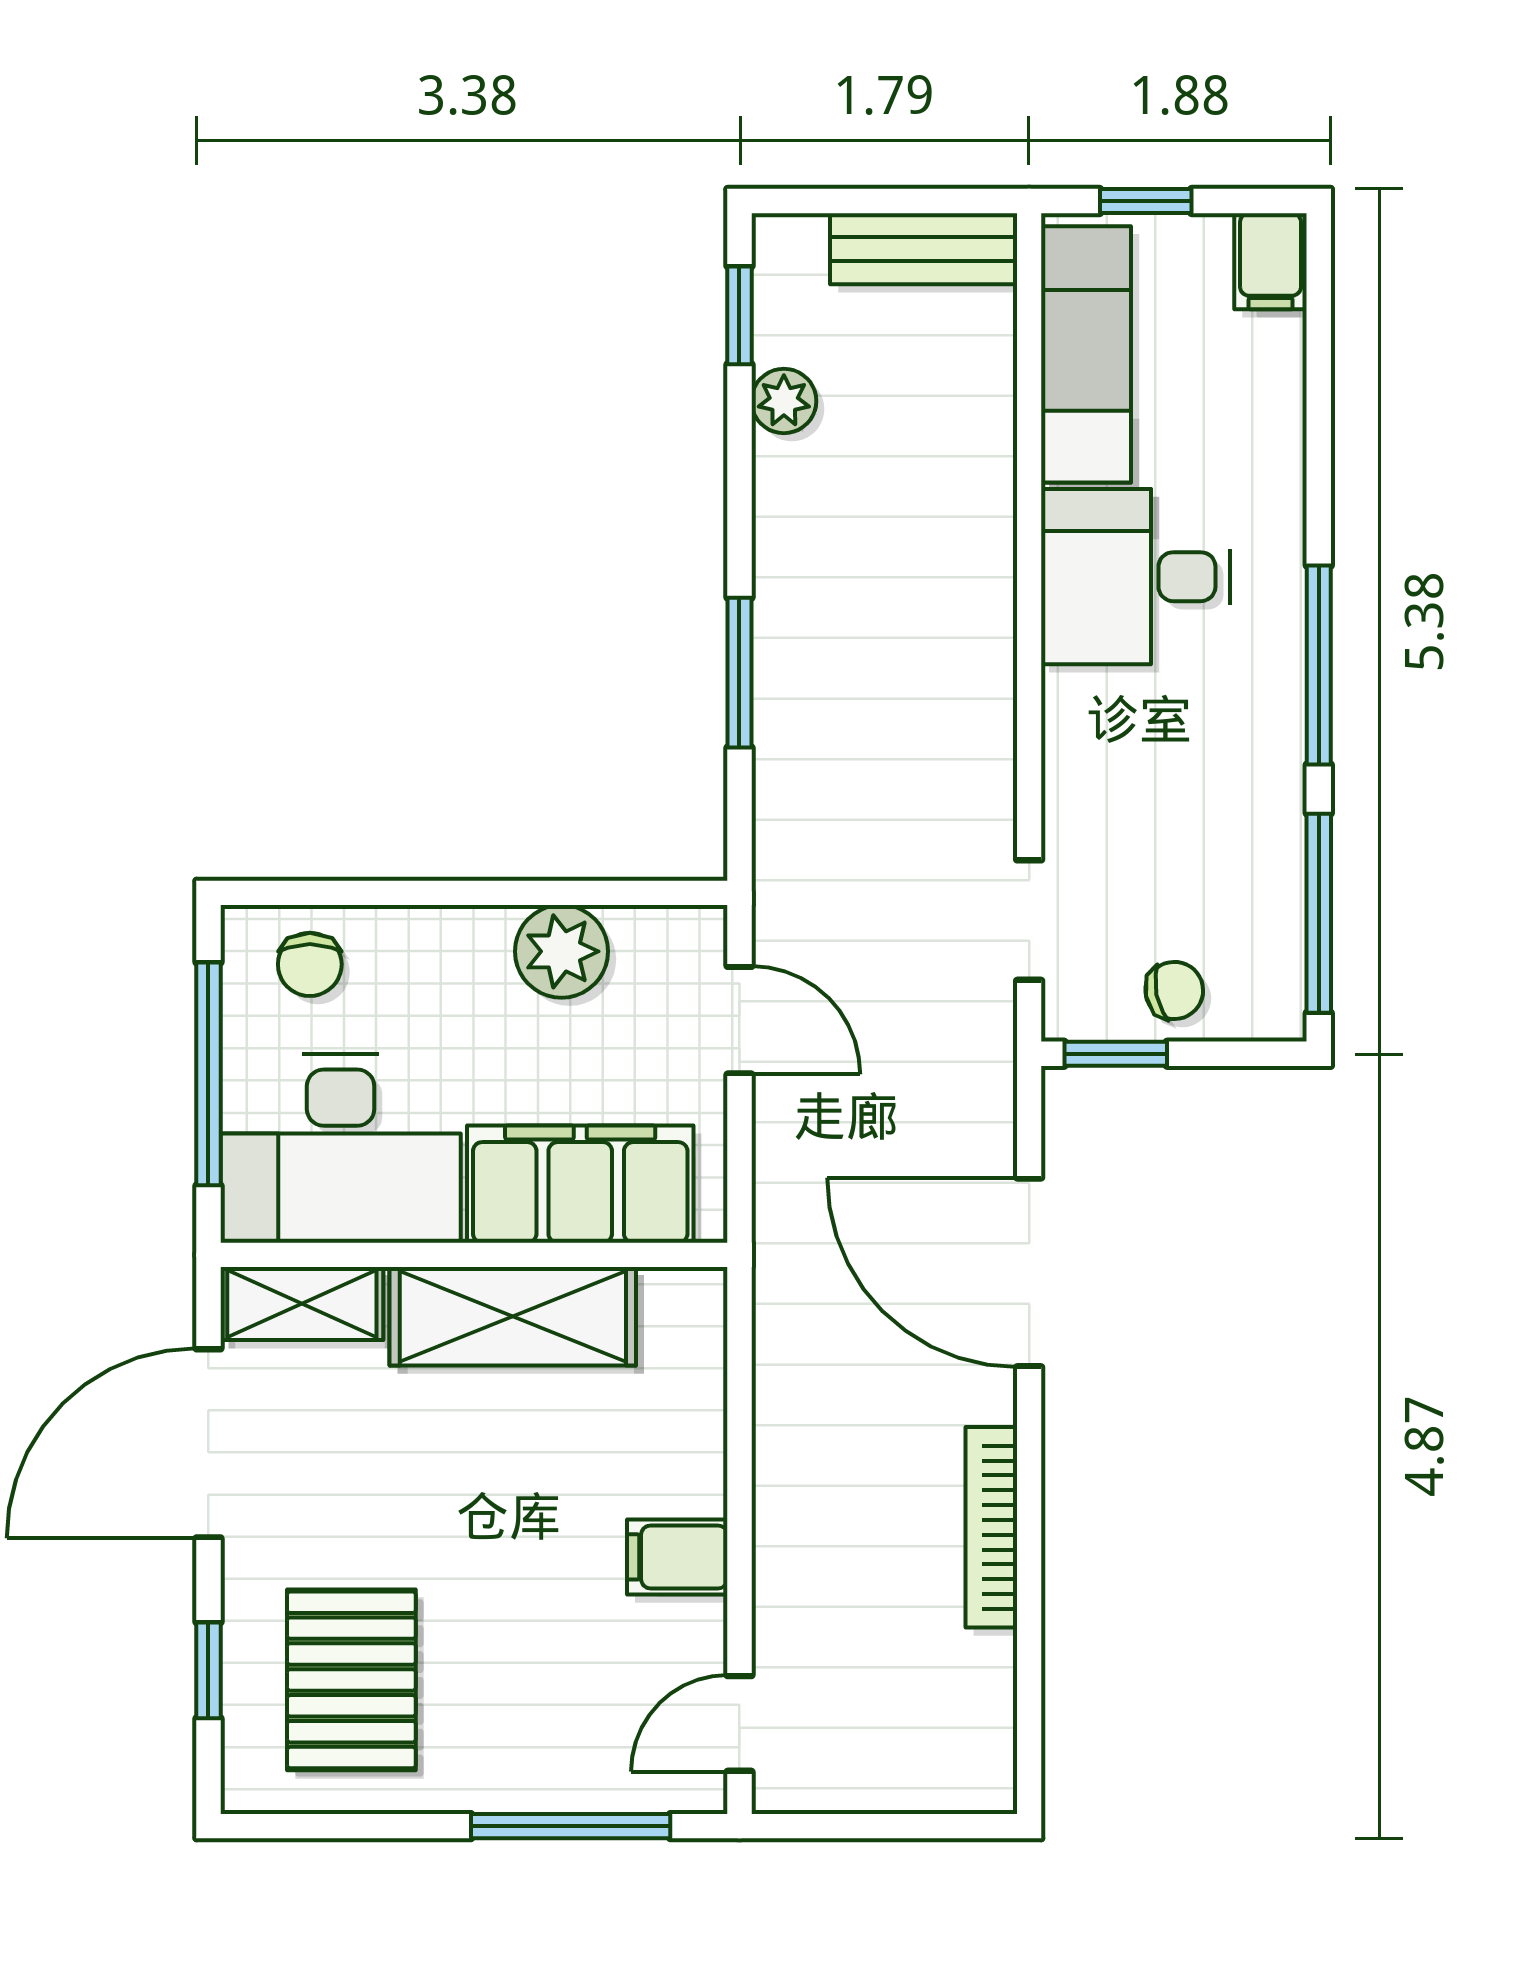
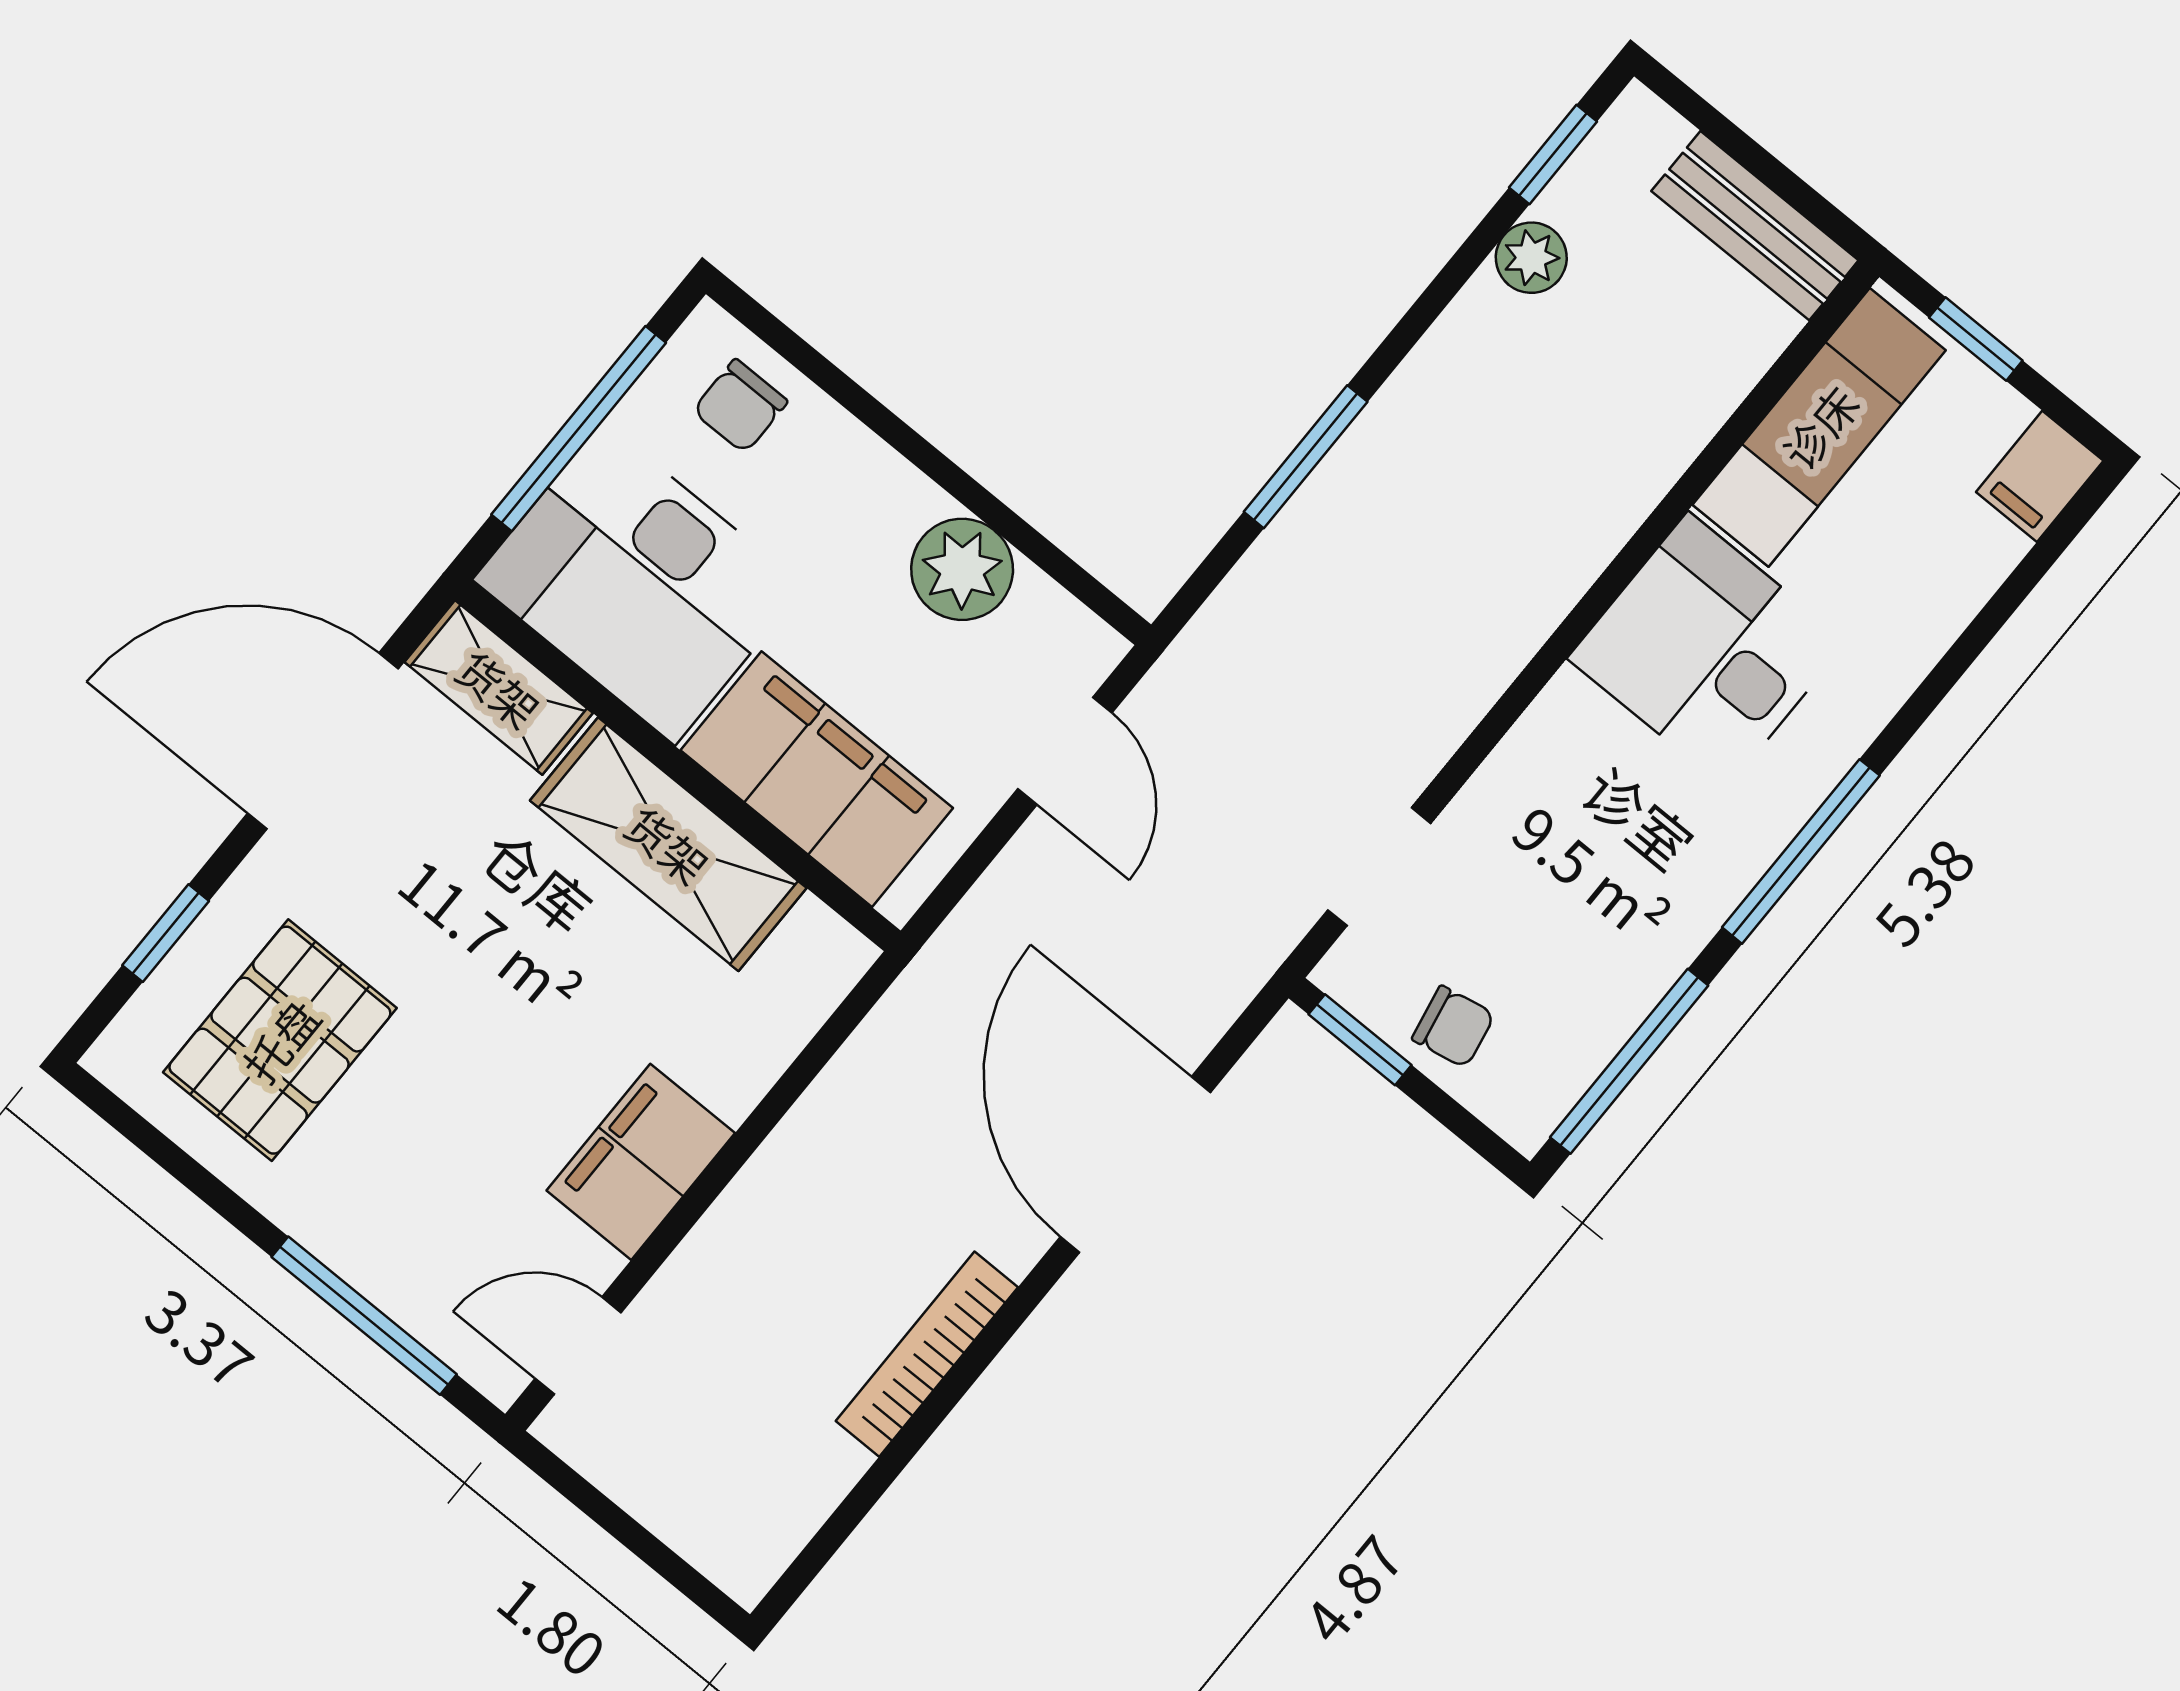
filing cabinet: (677, 1557) -> (641, 1162), width x2.00

